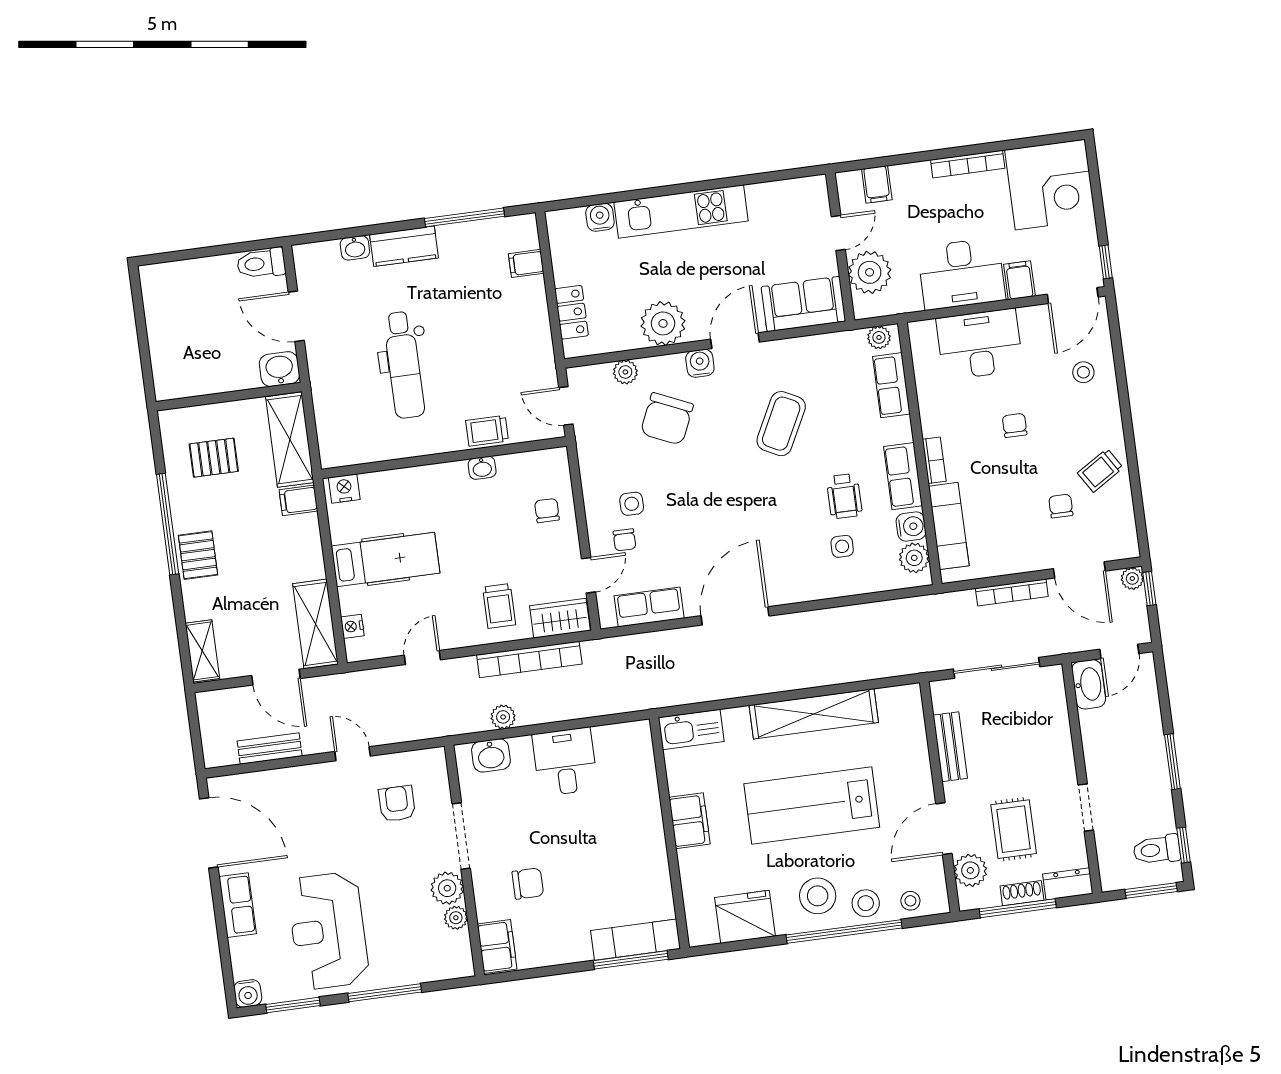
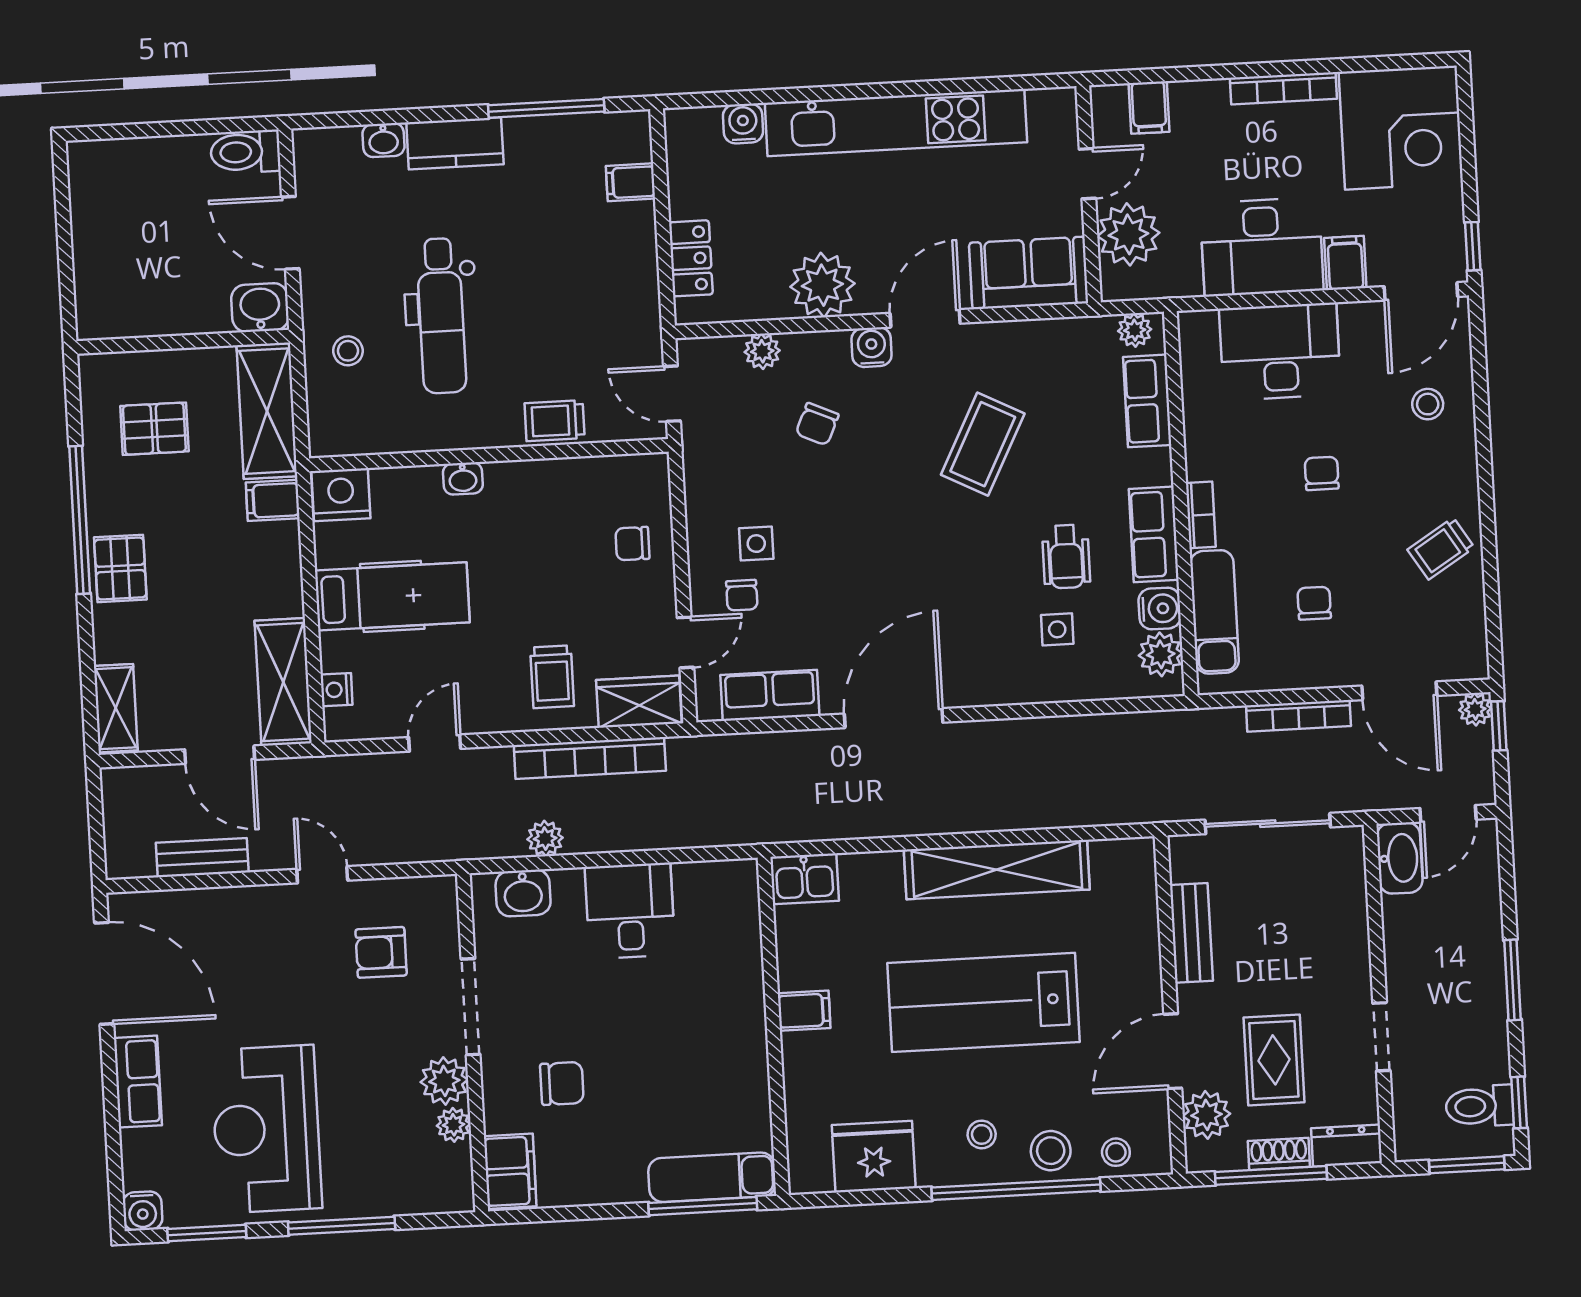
kitchen unit: (681, 211) -> (896, 123), width x1.36
stool: (342, 394) -> (348, 351), added
chair: (667, 419) -> (817, 424), width x0.54, depth x0.54
washbasin: (482, 468) -> (463, 478), moved
nightstand: (344, 489) -> (341, 495), width x1.36, depth x1.33
chair: (1061, 506) -> (1314, 603), moved
chair: (547, 511) -> (632, 544), turned -90
kitchen sink: (691, 729) -> (805, 879), width x0.73
armchair: (397, 804) -> (381, 952), turned -90
filing cabinet: (689, 821) -> (804, 1011), width x0.50
stool: (818, 896) -> (982, 1134), width x0.53, depth x0.53

